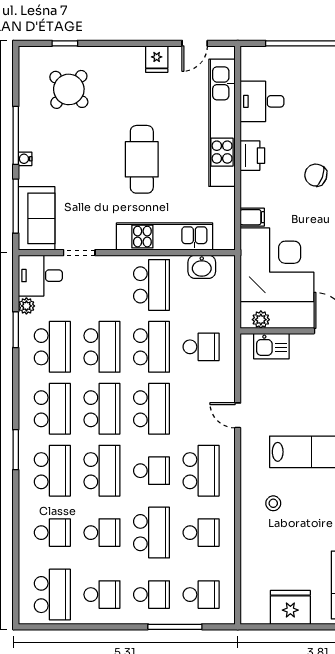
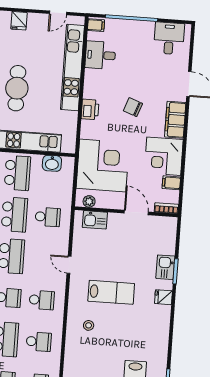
fridge: (157, 59) -> (19, 21), moved
printer: (252, 156) -> (90, 109), moved
filing cabinet: (252, 217) -> (96, 25), moved
school desk: (201, 471) -> (42, 300), width x0.54

